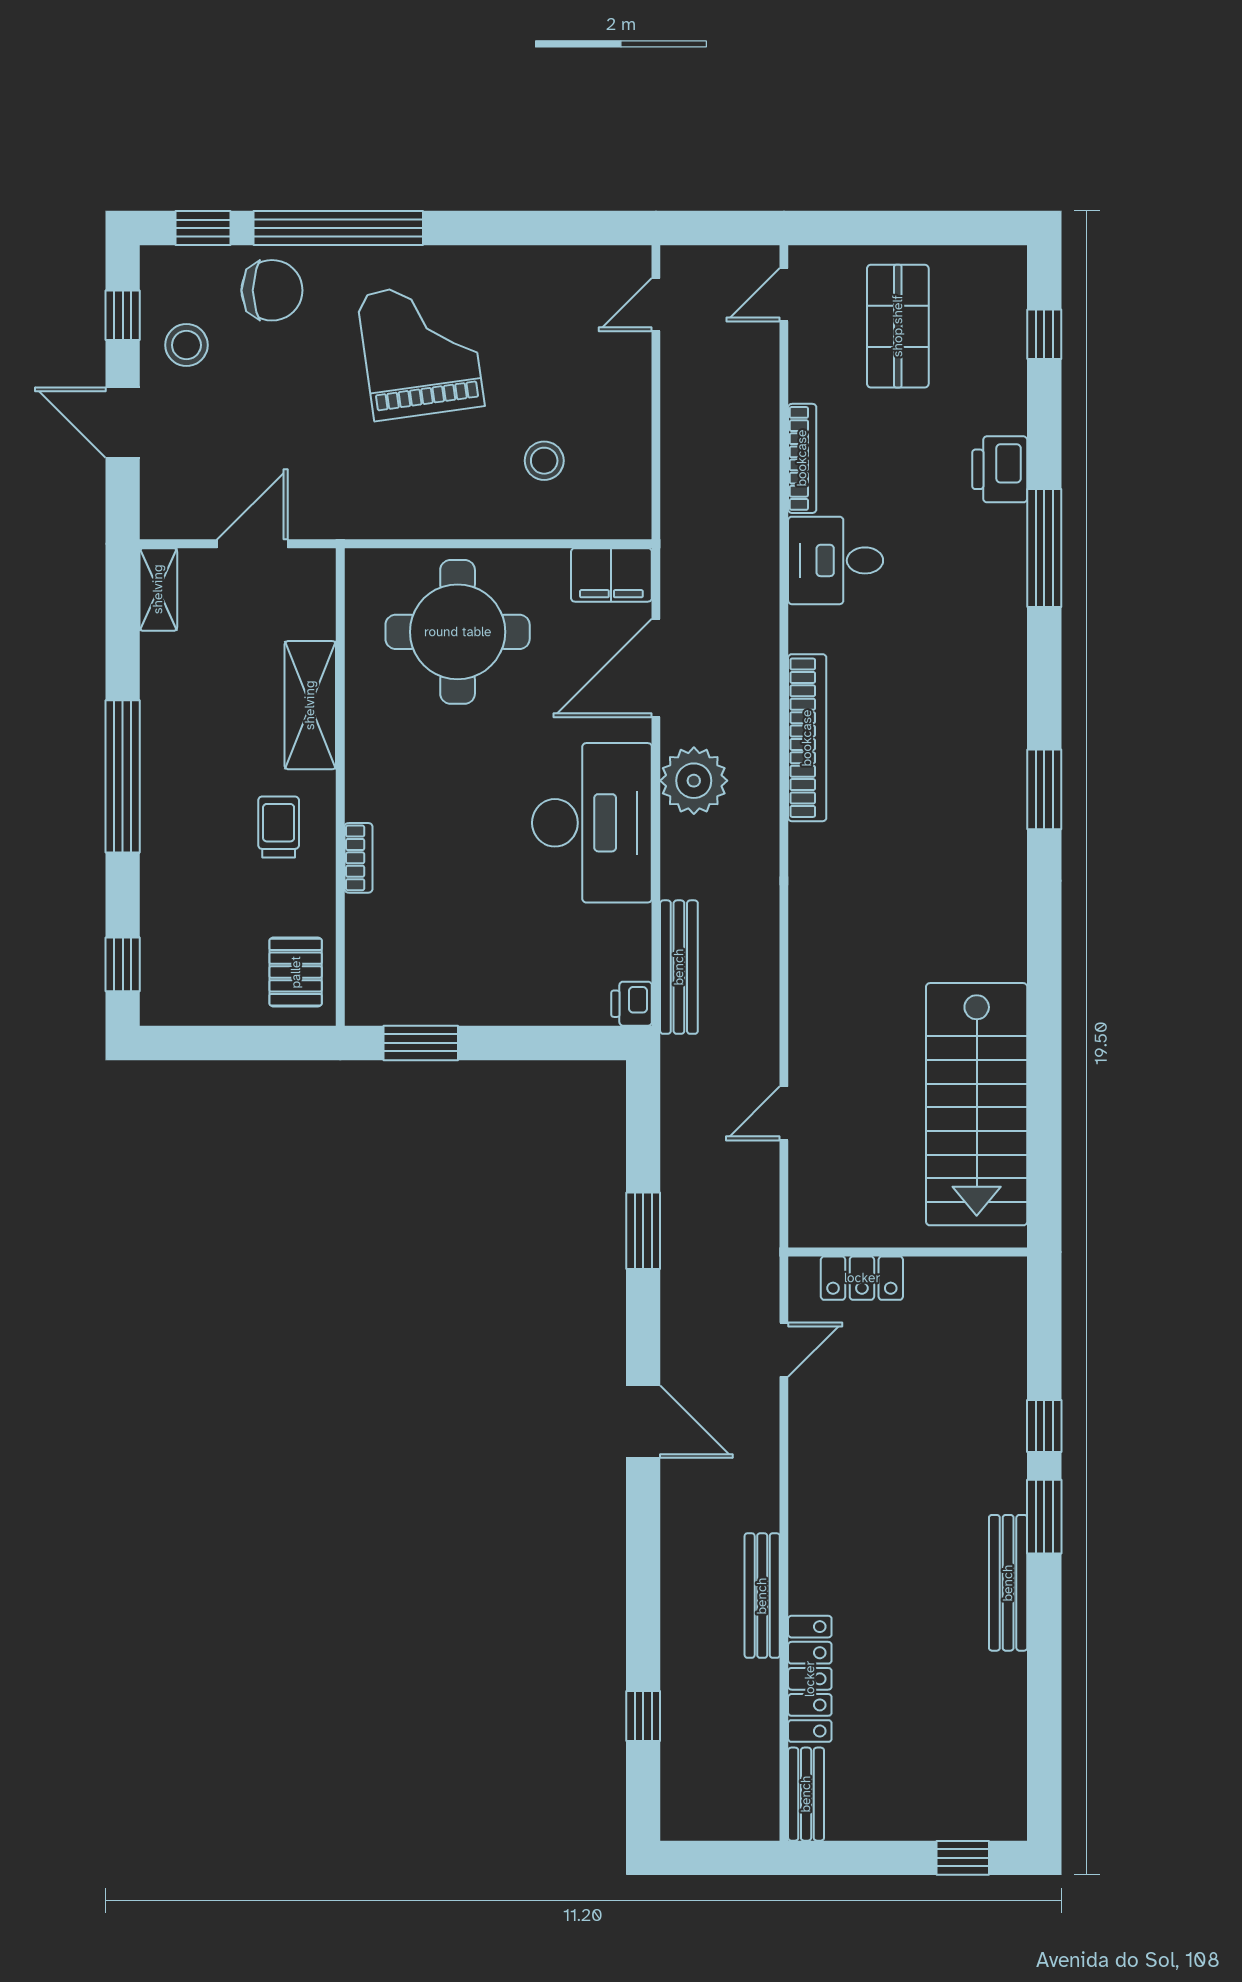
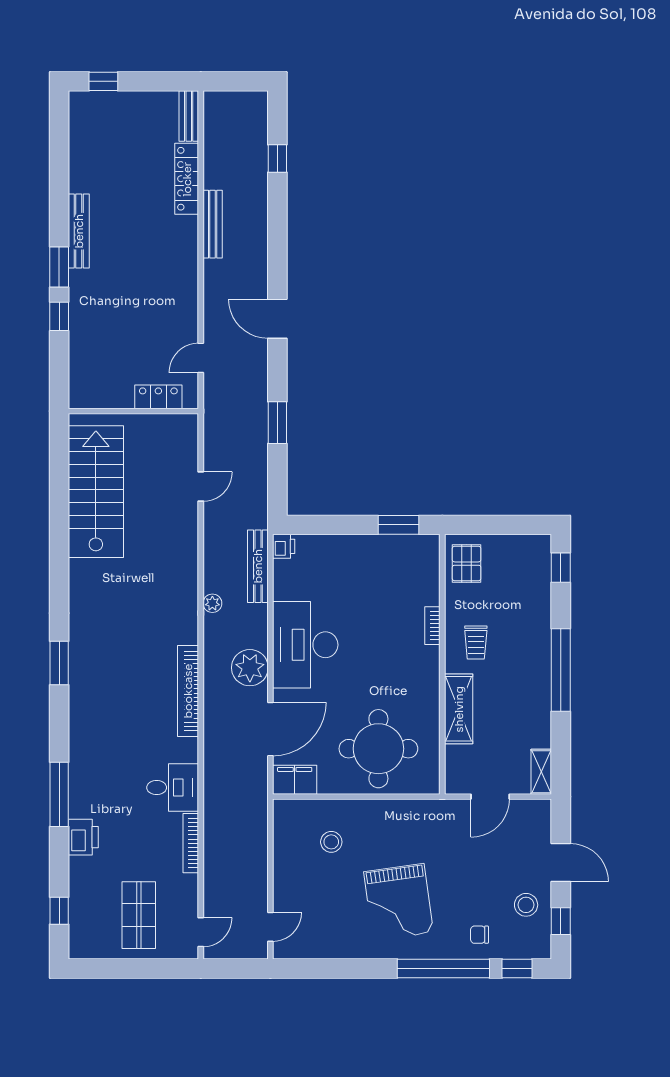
chair: (272, 290) -> (479, 935), width x0.54, depth x0.54
plant: (763, 899) -> (212, 603), added

